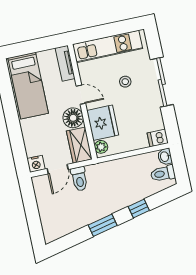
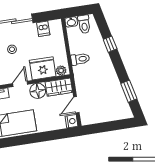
dishwasher: (158, 138) -> (43, 29), moved
door: (58, 169) -> (76, 105), swing flipped
toilet: (79, 179) -> (80, 59), moved
window: (103, 225) -> (129, 91), moved

